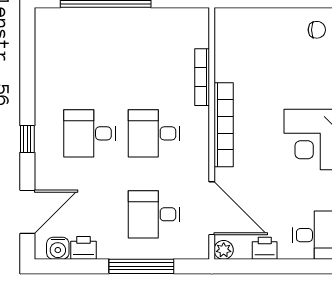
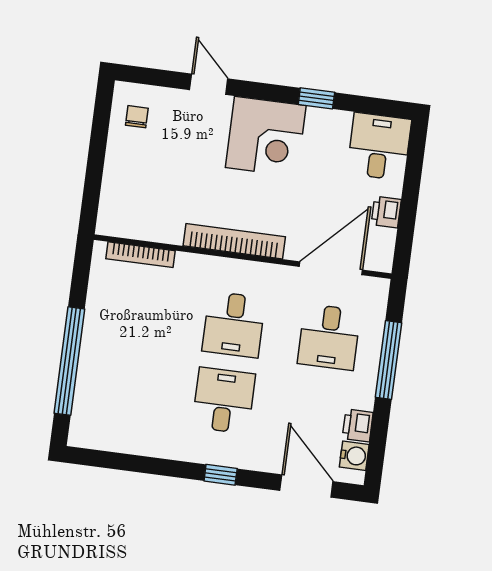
bookcase: (202, 77) -> (140, 255), moved
desk: (90, 133) -> (224, 401), turned 180
plant: (224, 250) -> (382, 261), removed

